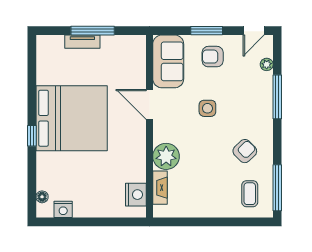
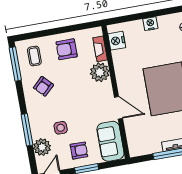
plant: (267, 64) -> (42, 147), width x1.88, depth x1.88
side table: (207, 108) -> (61, 128), moved
armchair: (205, 195) -> (67, 49), added
nightstand: (63, 209) -> (150, 24), moved

